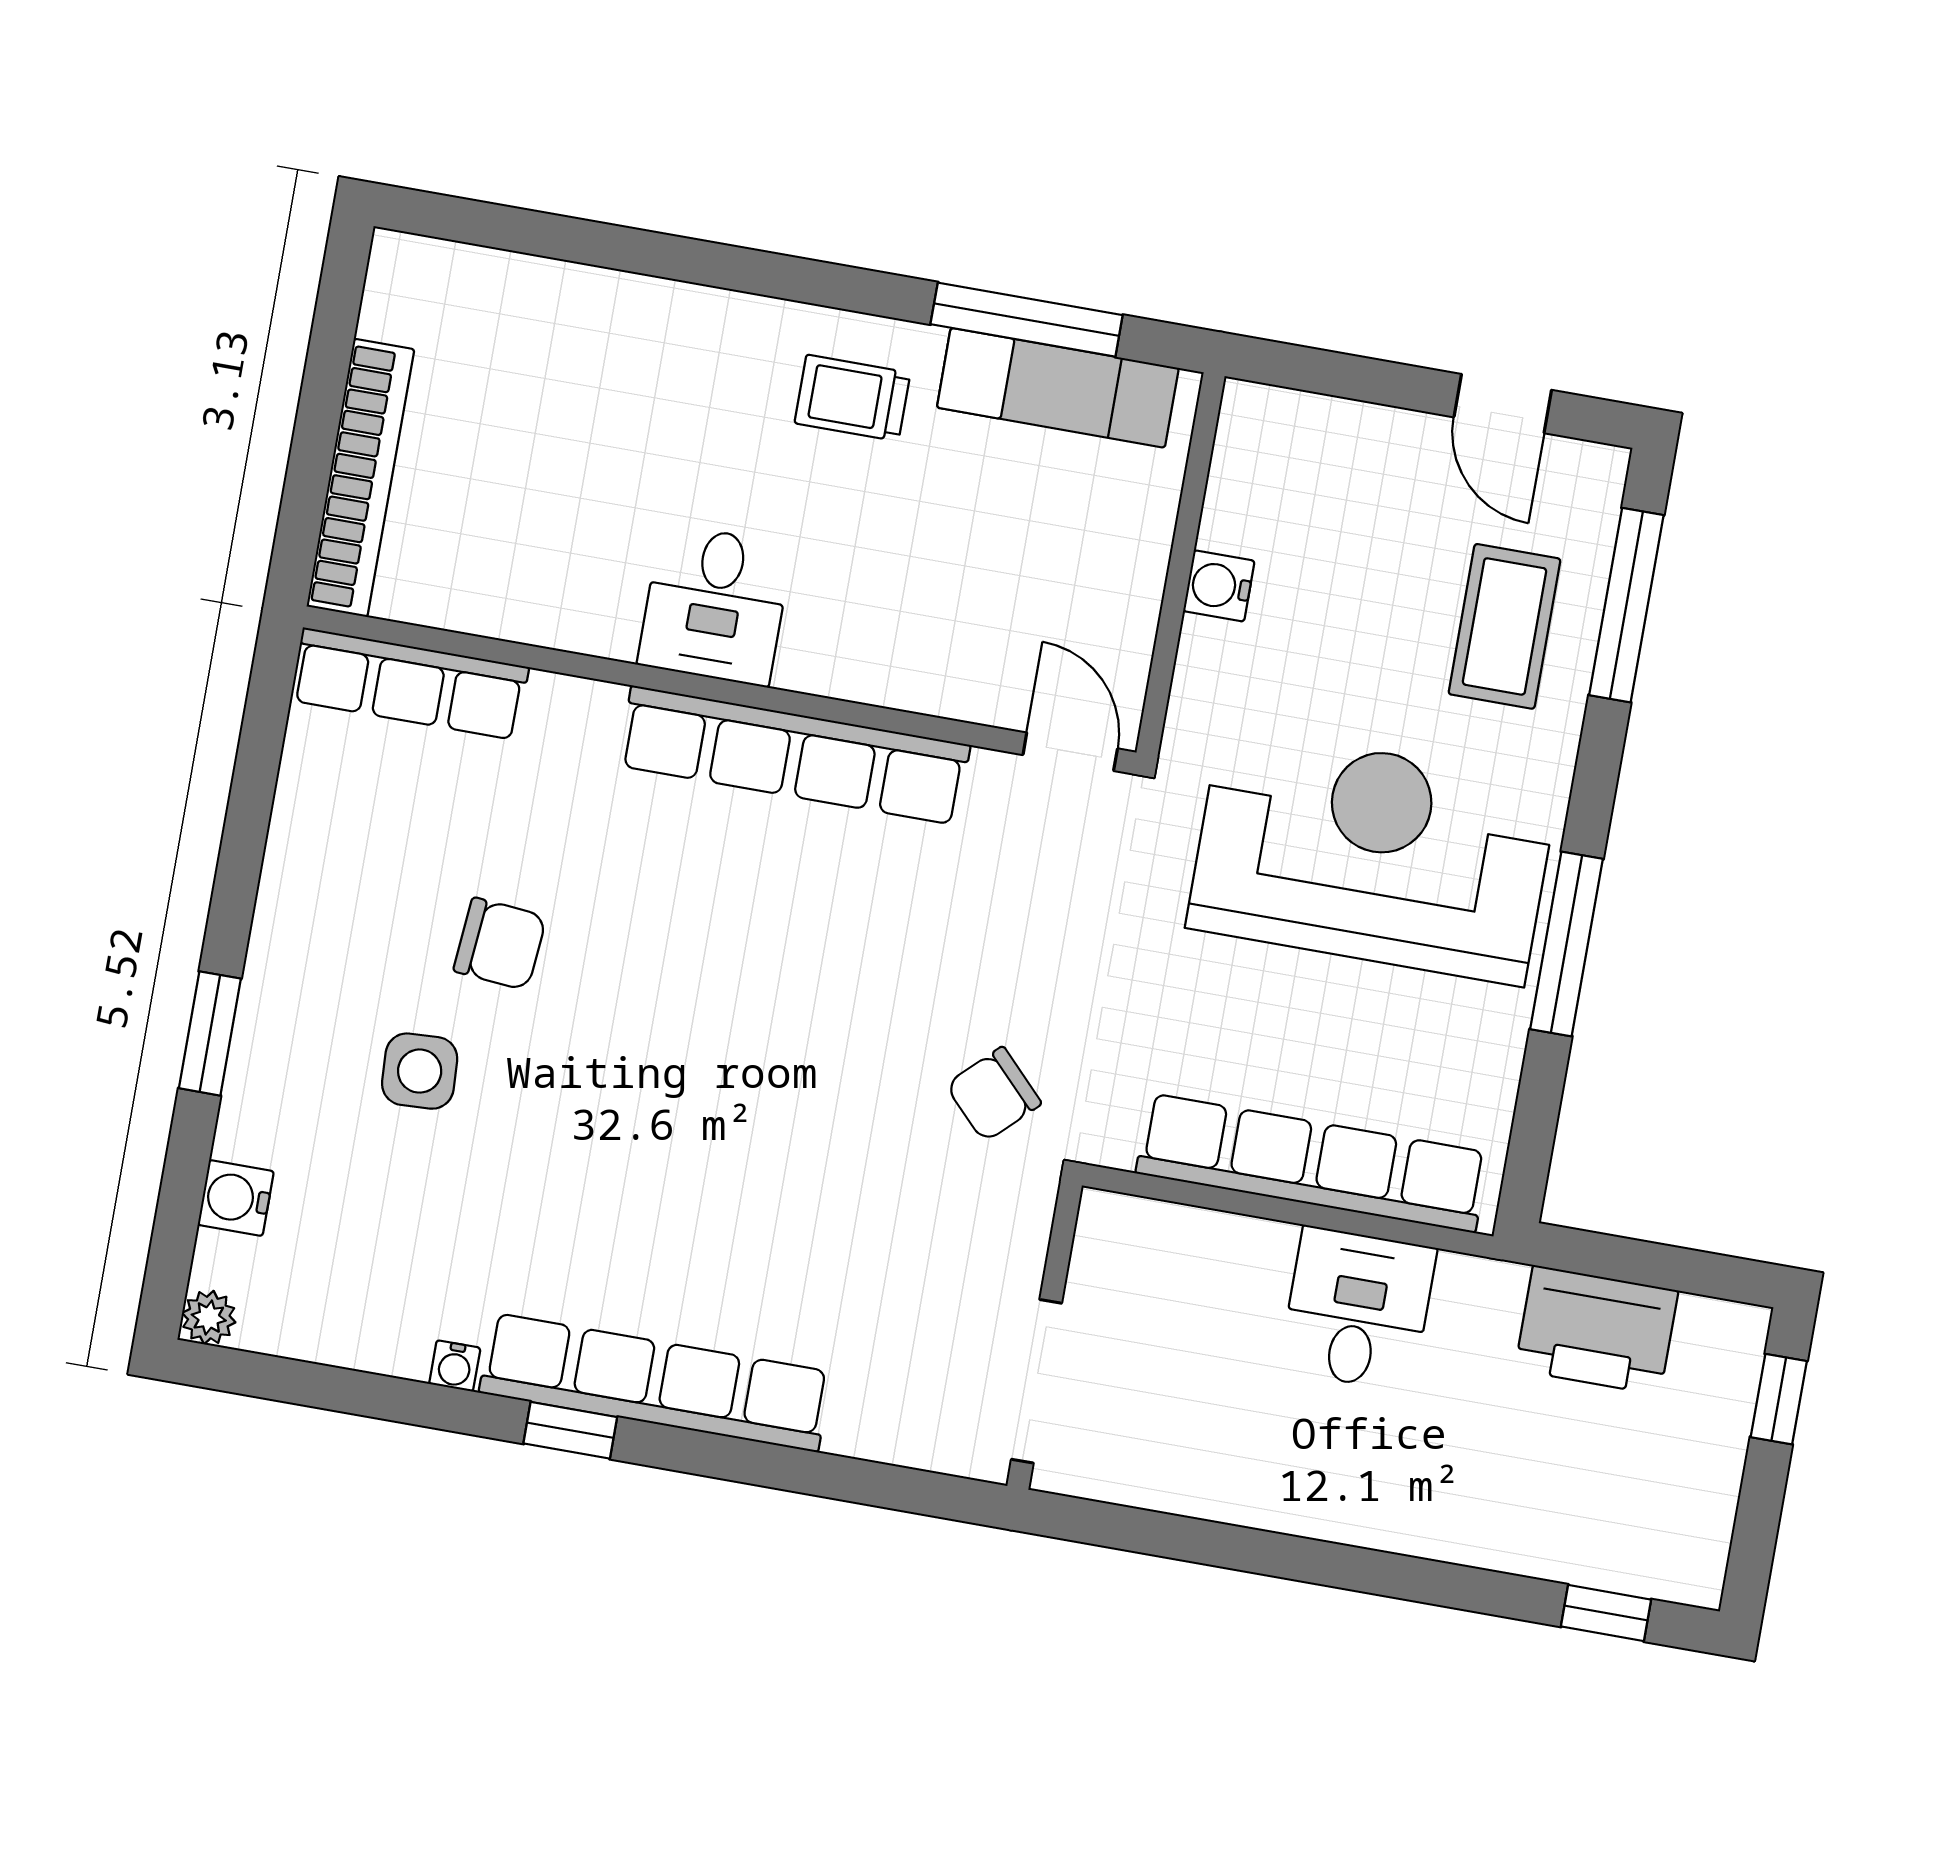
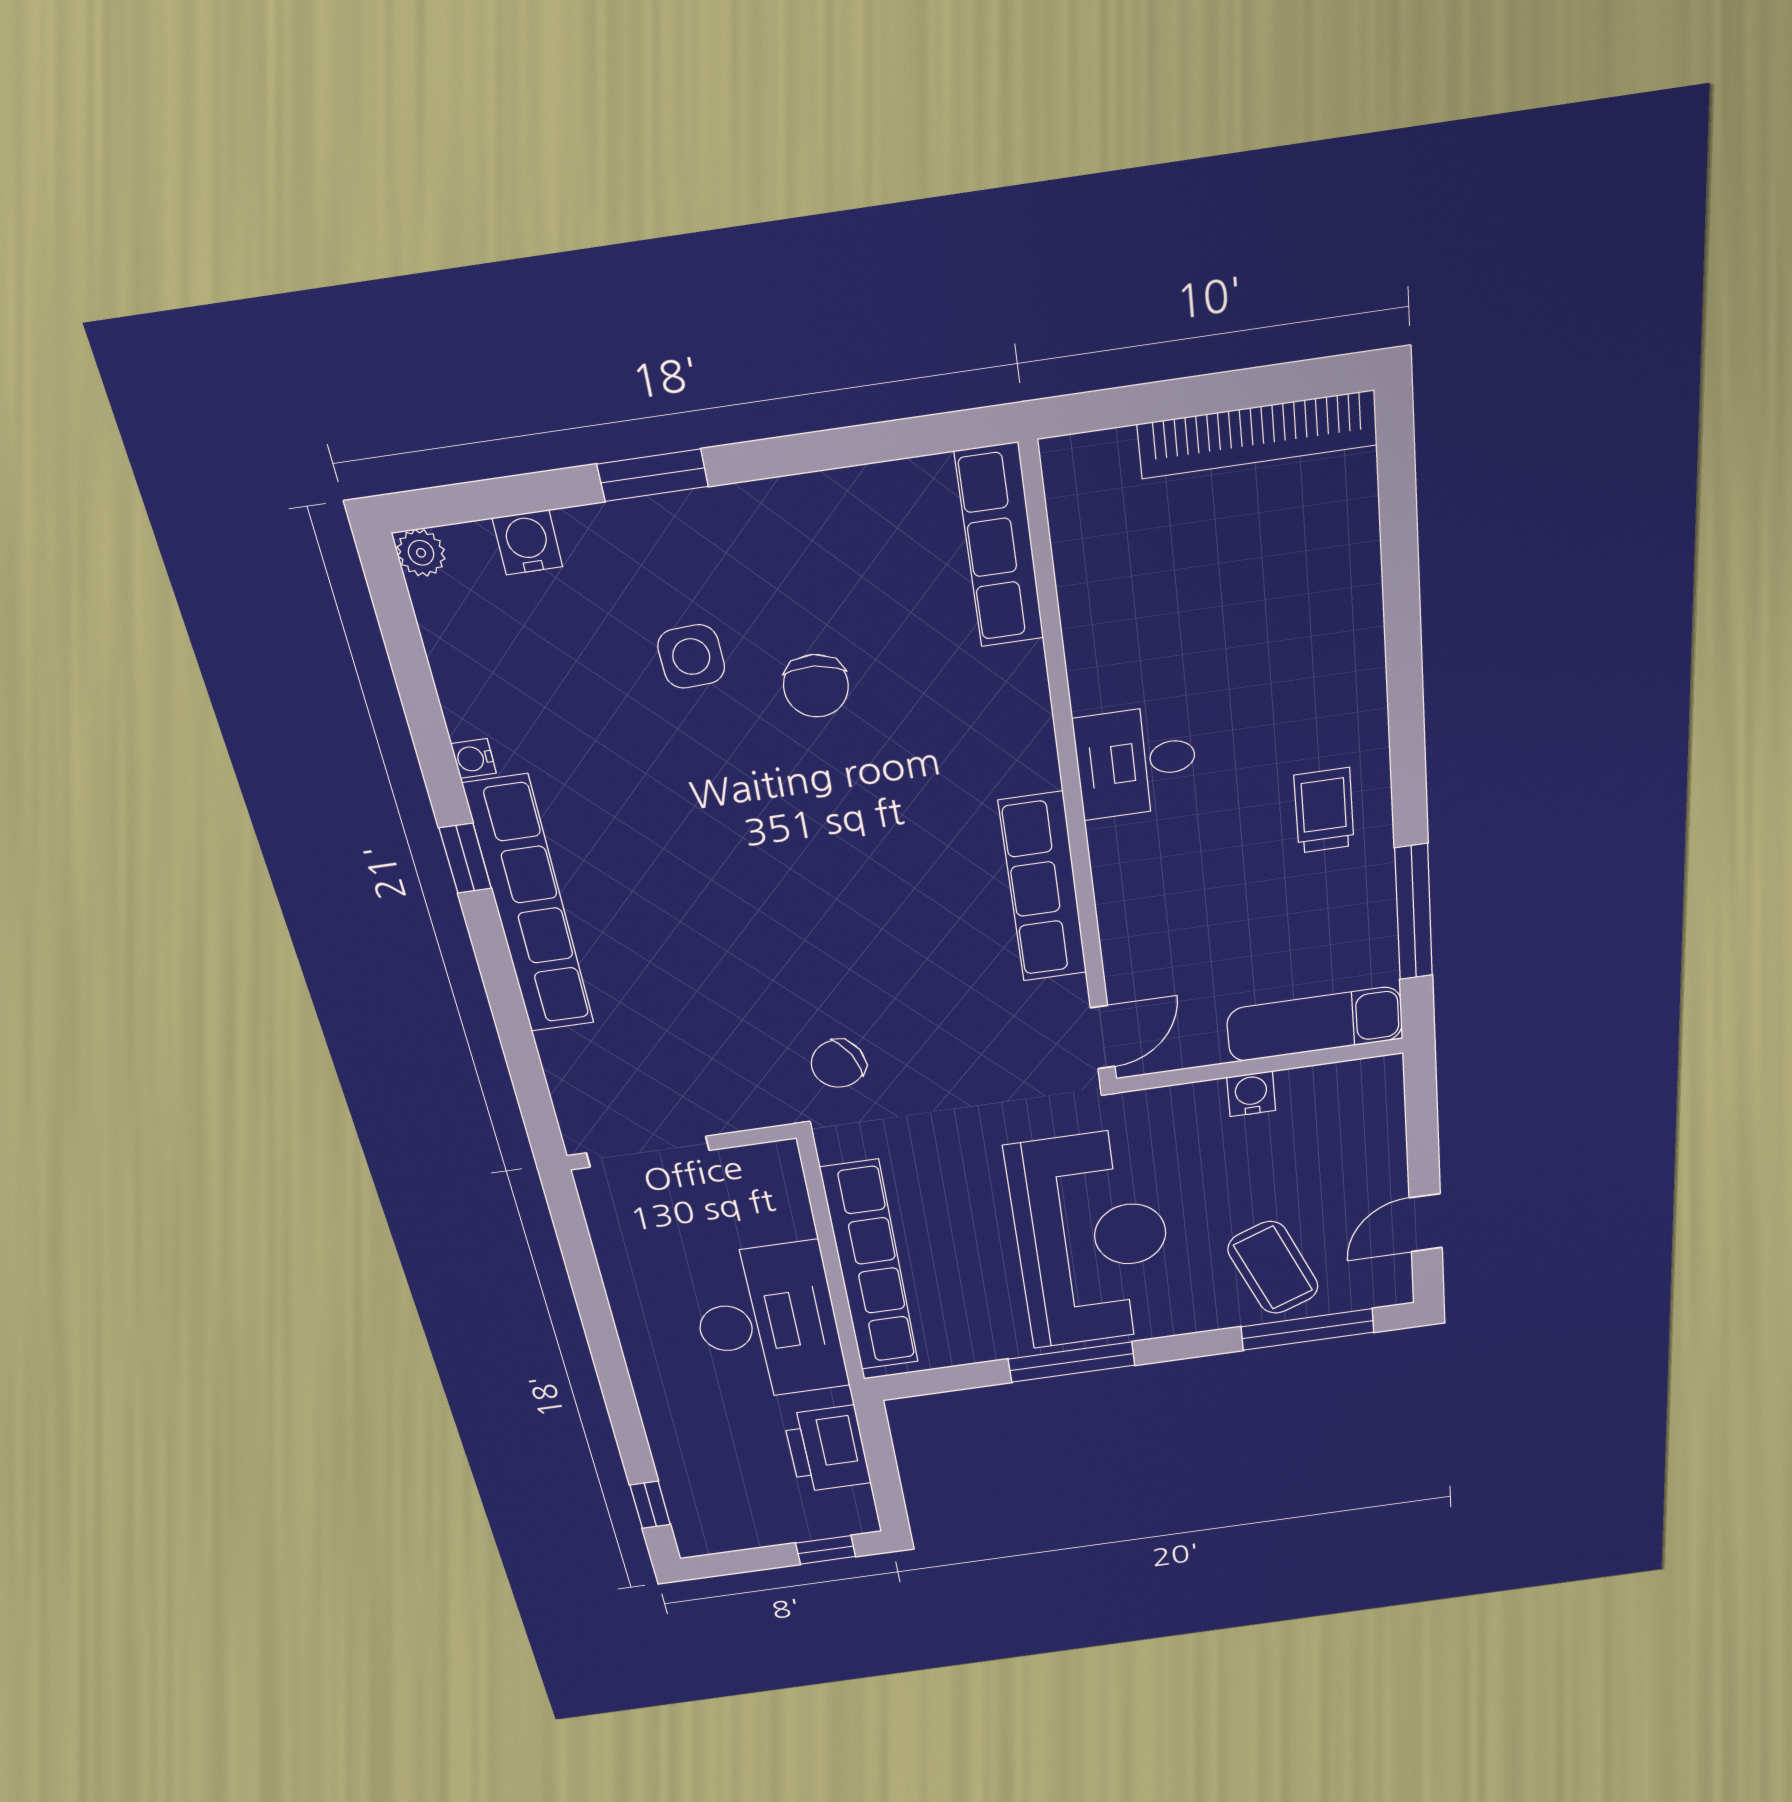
exam couch: (1058, 388) -> (1315, 1024), moved, turned 90
bookcase: (361, 478) -> (1258, 435), moved
coffee table: (1504, 626) -> (1273, 1268), turned 68
row of seats: (794, 755) -> (1043, 888), width x0.73
chair: (994, 1094) -> (838, 1064), turned -74
desk: (1358, 1309) -> (768, 1323), width x1.87, depth x1.30

